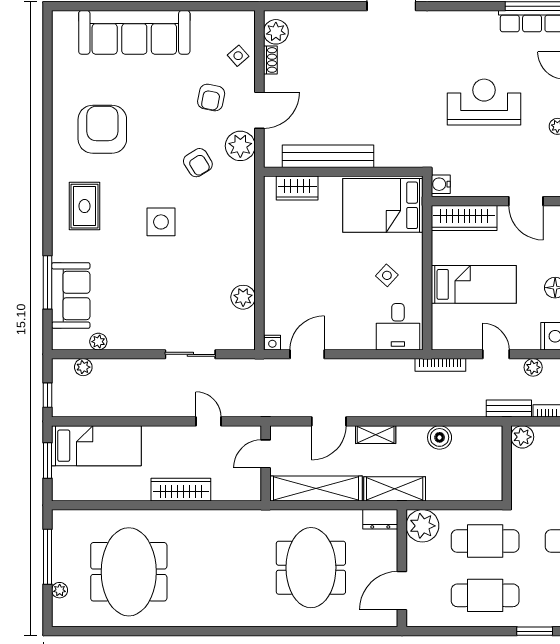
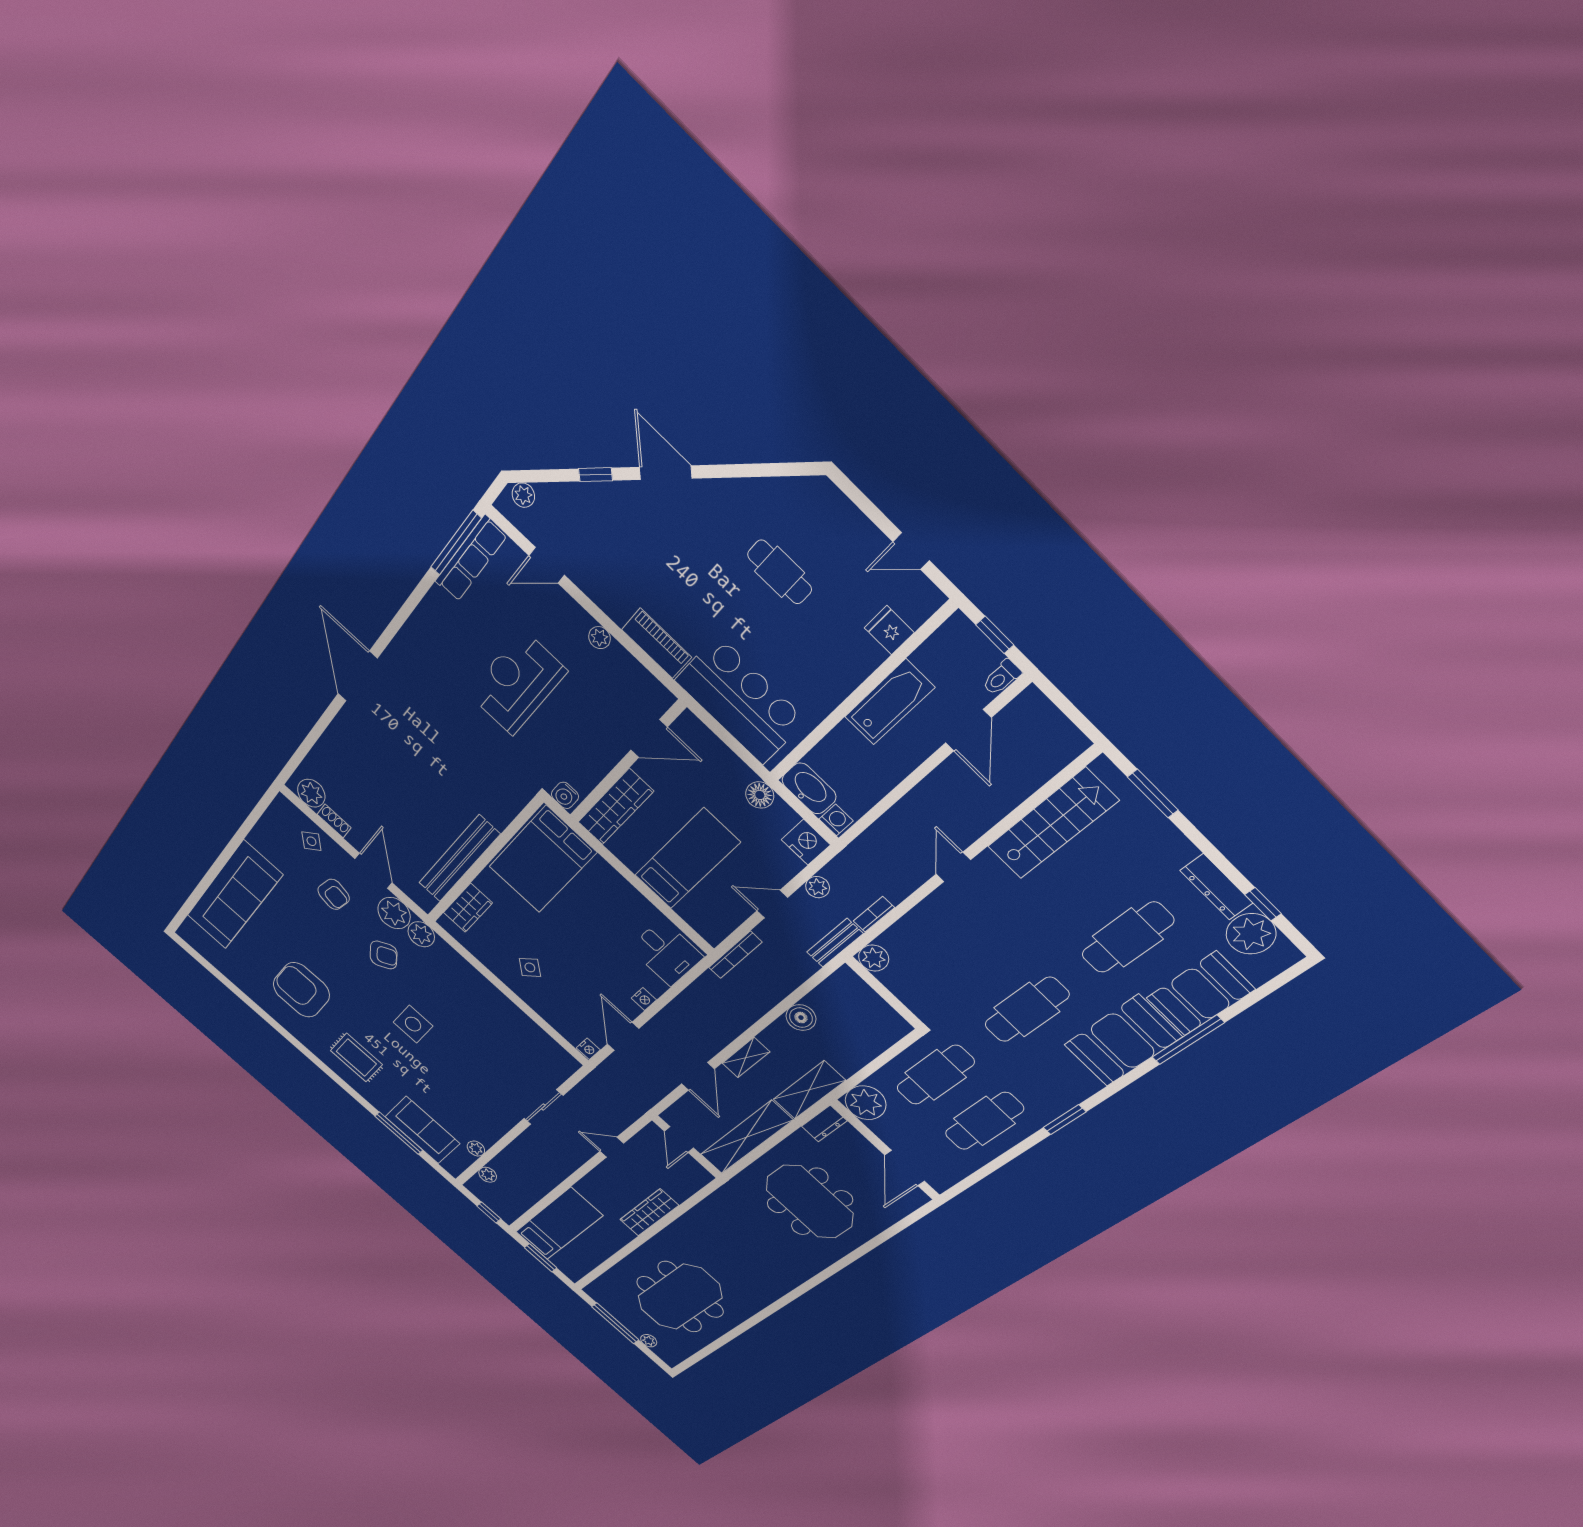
side table: (387, 275) -> (530, 967), moved
plant: (243, 297) -> (421, 934), moved
nightstand: (350, 342) -> (644, 999), added
meeting table: (129, 572) -> (680, 1297), turned 90

